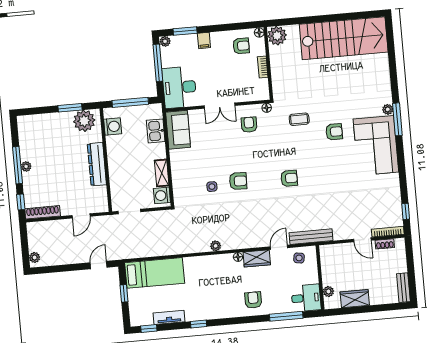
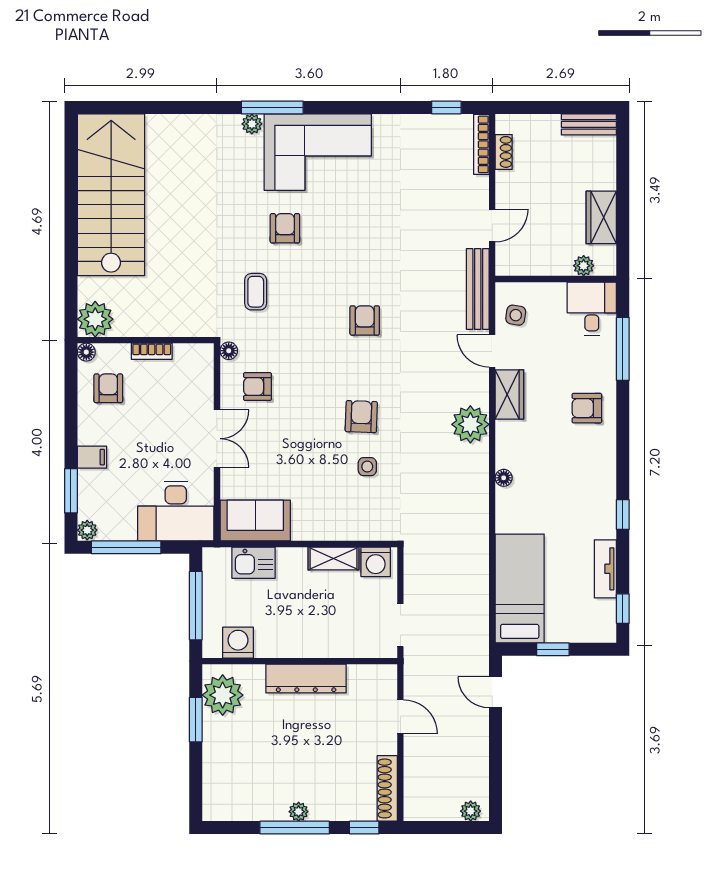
door: (362, 240) -> (492, 226), moved
plant: (216, 246) -> (470, 424), moved, width x1.88, depth x1.88
floor lamp: (238, 257) -> (504, 478), moved

